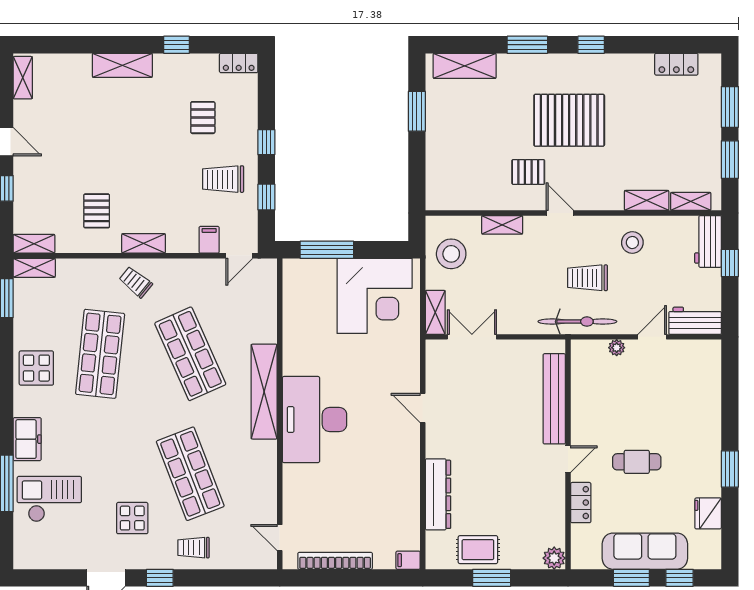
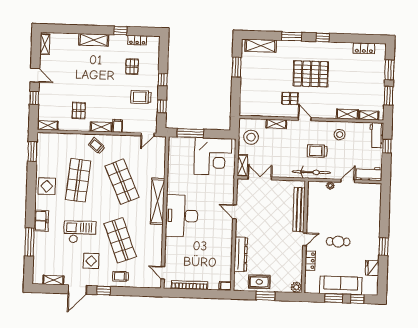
locker: (239, 63) -> (137, 40), moved
filing cabinet: (209, 240) -> (118, 126), moved
shelving: (34, 268) -> (53, 280), moved
checkout: (49, 499) -> (80, 232), moved

